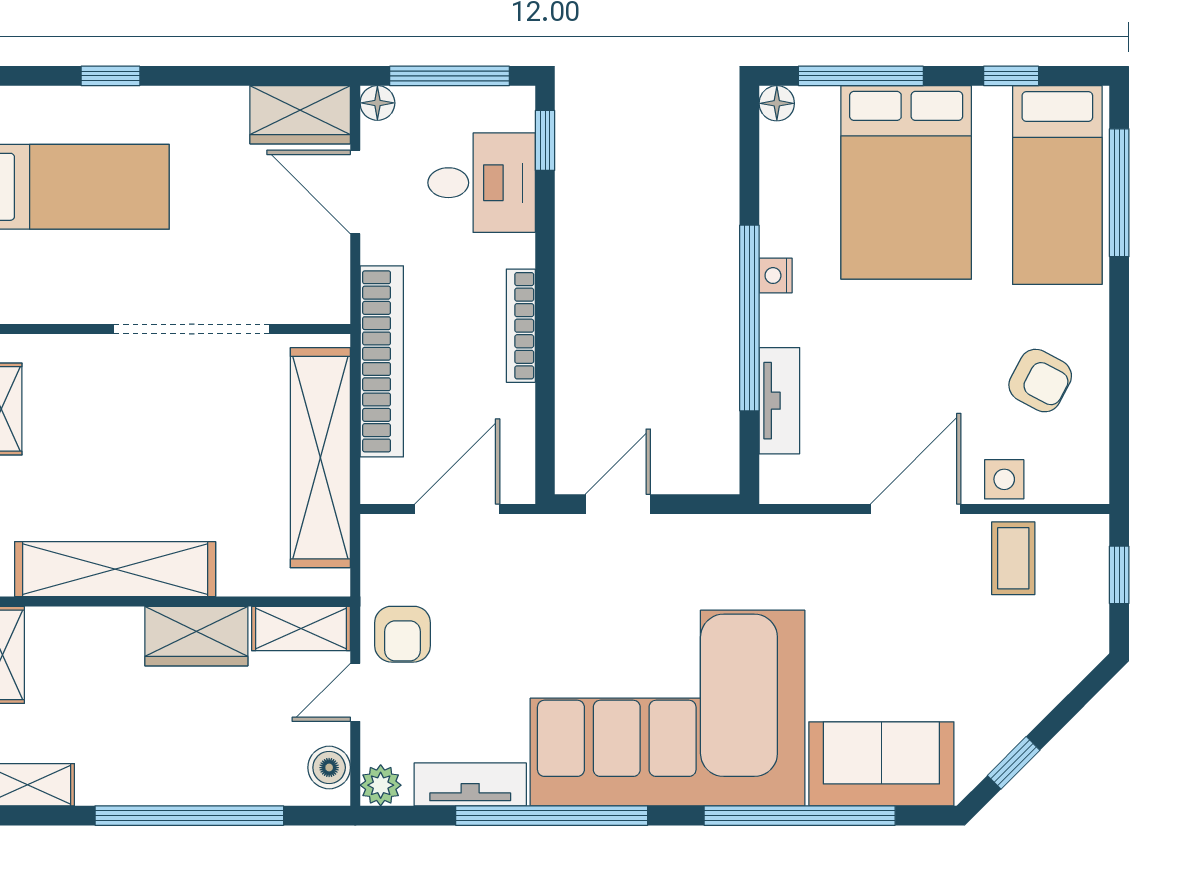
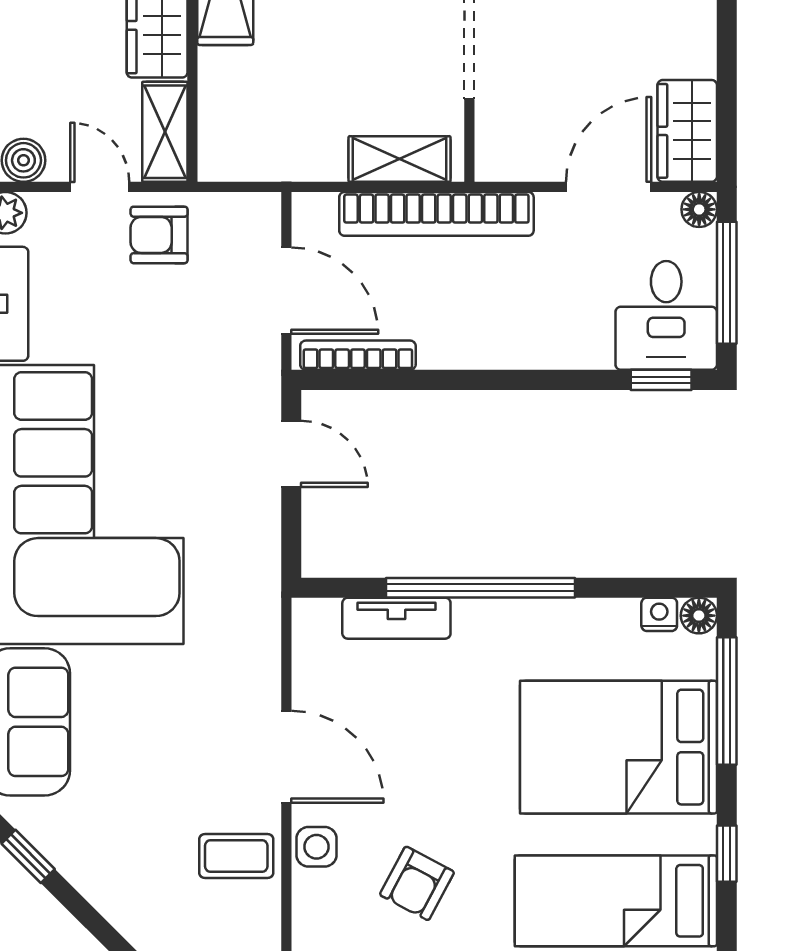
desk: (482, 183) -> (666, 315), moved
nightstand: (776, 276) -> (659, 614), moved
bookcase: (521, 326) -> (358, 355), moved
shelving: (320, 458) -> (400, 159), width x0.45, depth x0.75

